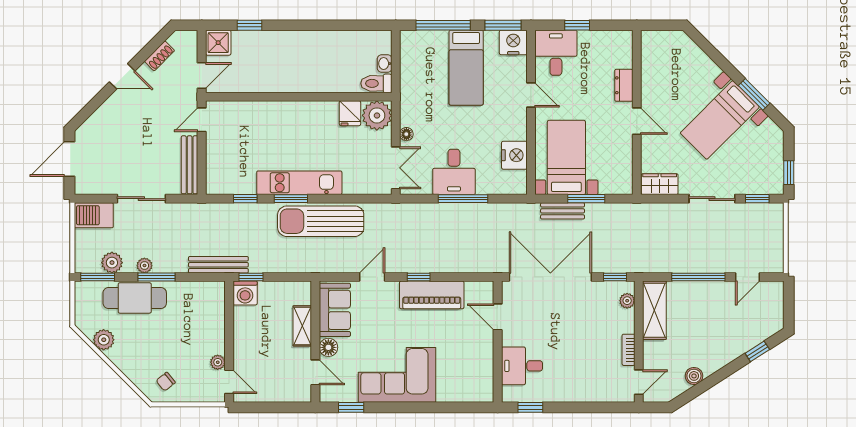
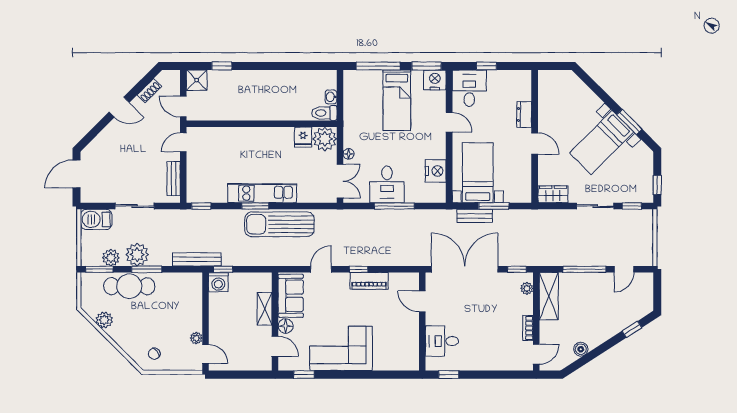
door: (202, 76) -> (183, 107), swing flipped
bench: (190, 165) -> (174, 179), width x0.73
window: (245, 199) -> (201, 206), moved
plant: (144, 266) -> (137, 255), width x1.87, depth x1.87
piano: (432, 295) -> (369, 281), width x0.73, depth x0.75

